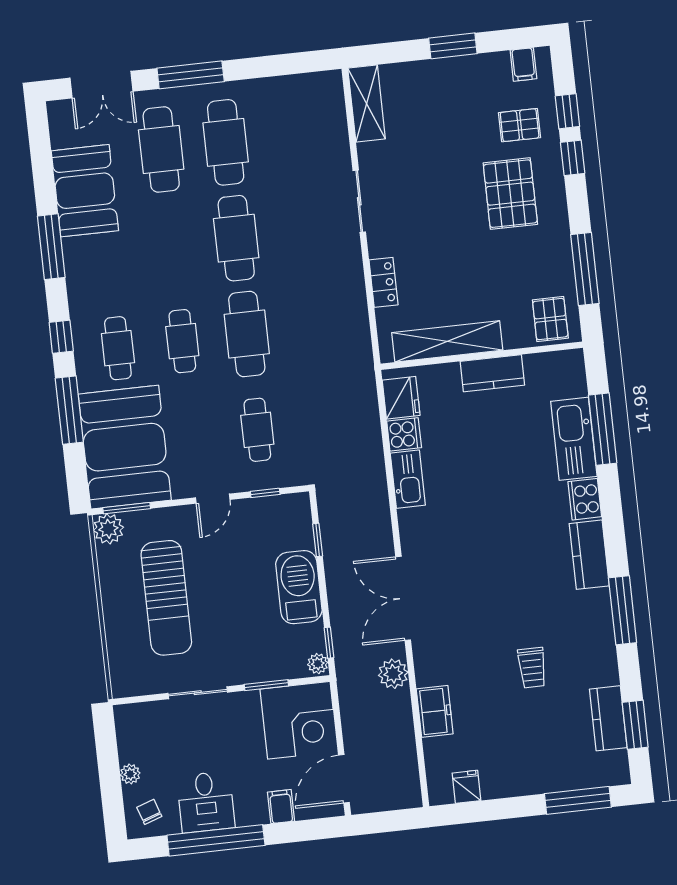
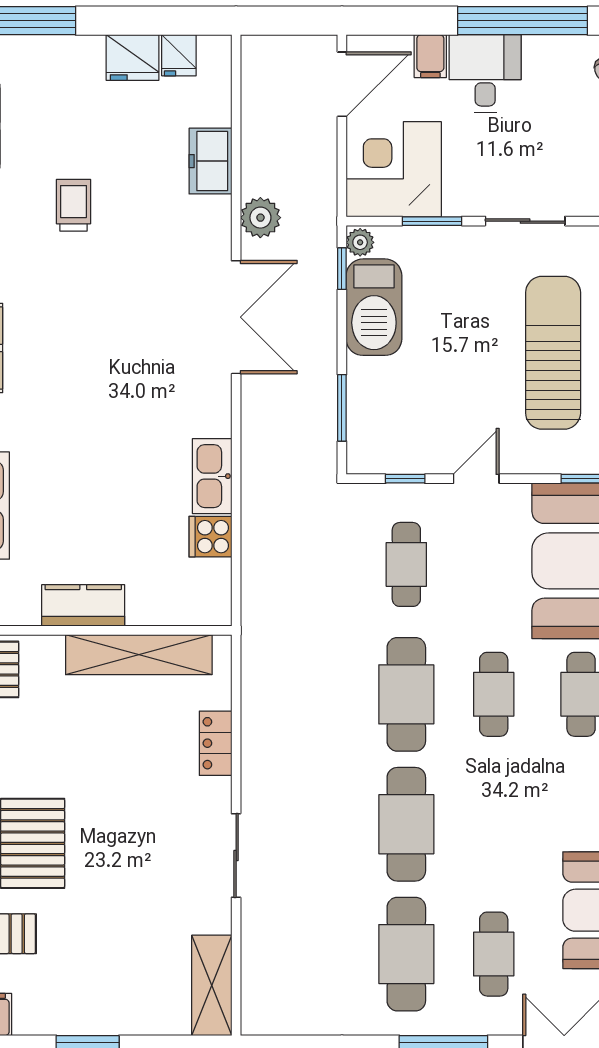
cafe table: (161, 150) -> (494, 954), width x0.73, depth x0.74
fridge: (401, 398) -> (132, 58), moved, turned -90
window: (318, 540) -> (342, 408), width x1.50
barbecue: (299, 587) -> (374, 307), moved
desk: (206, 802) -> (485, 73), moved

